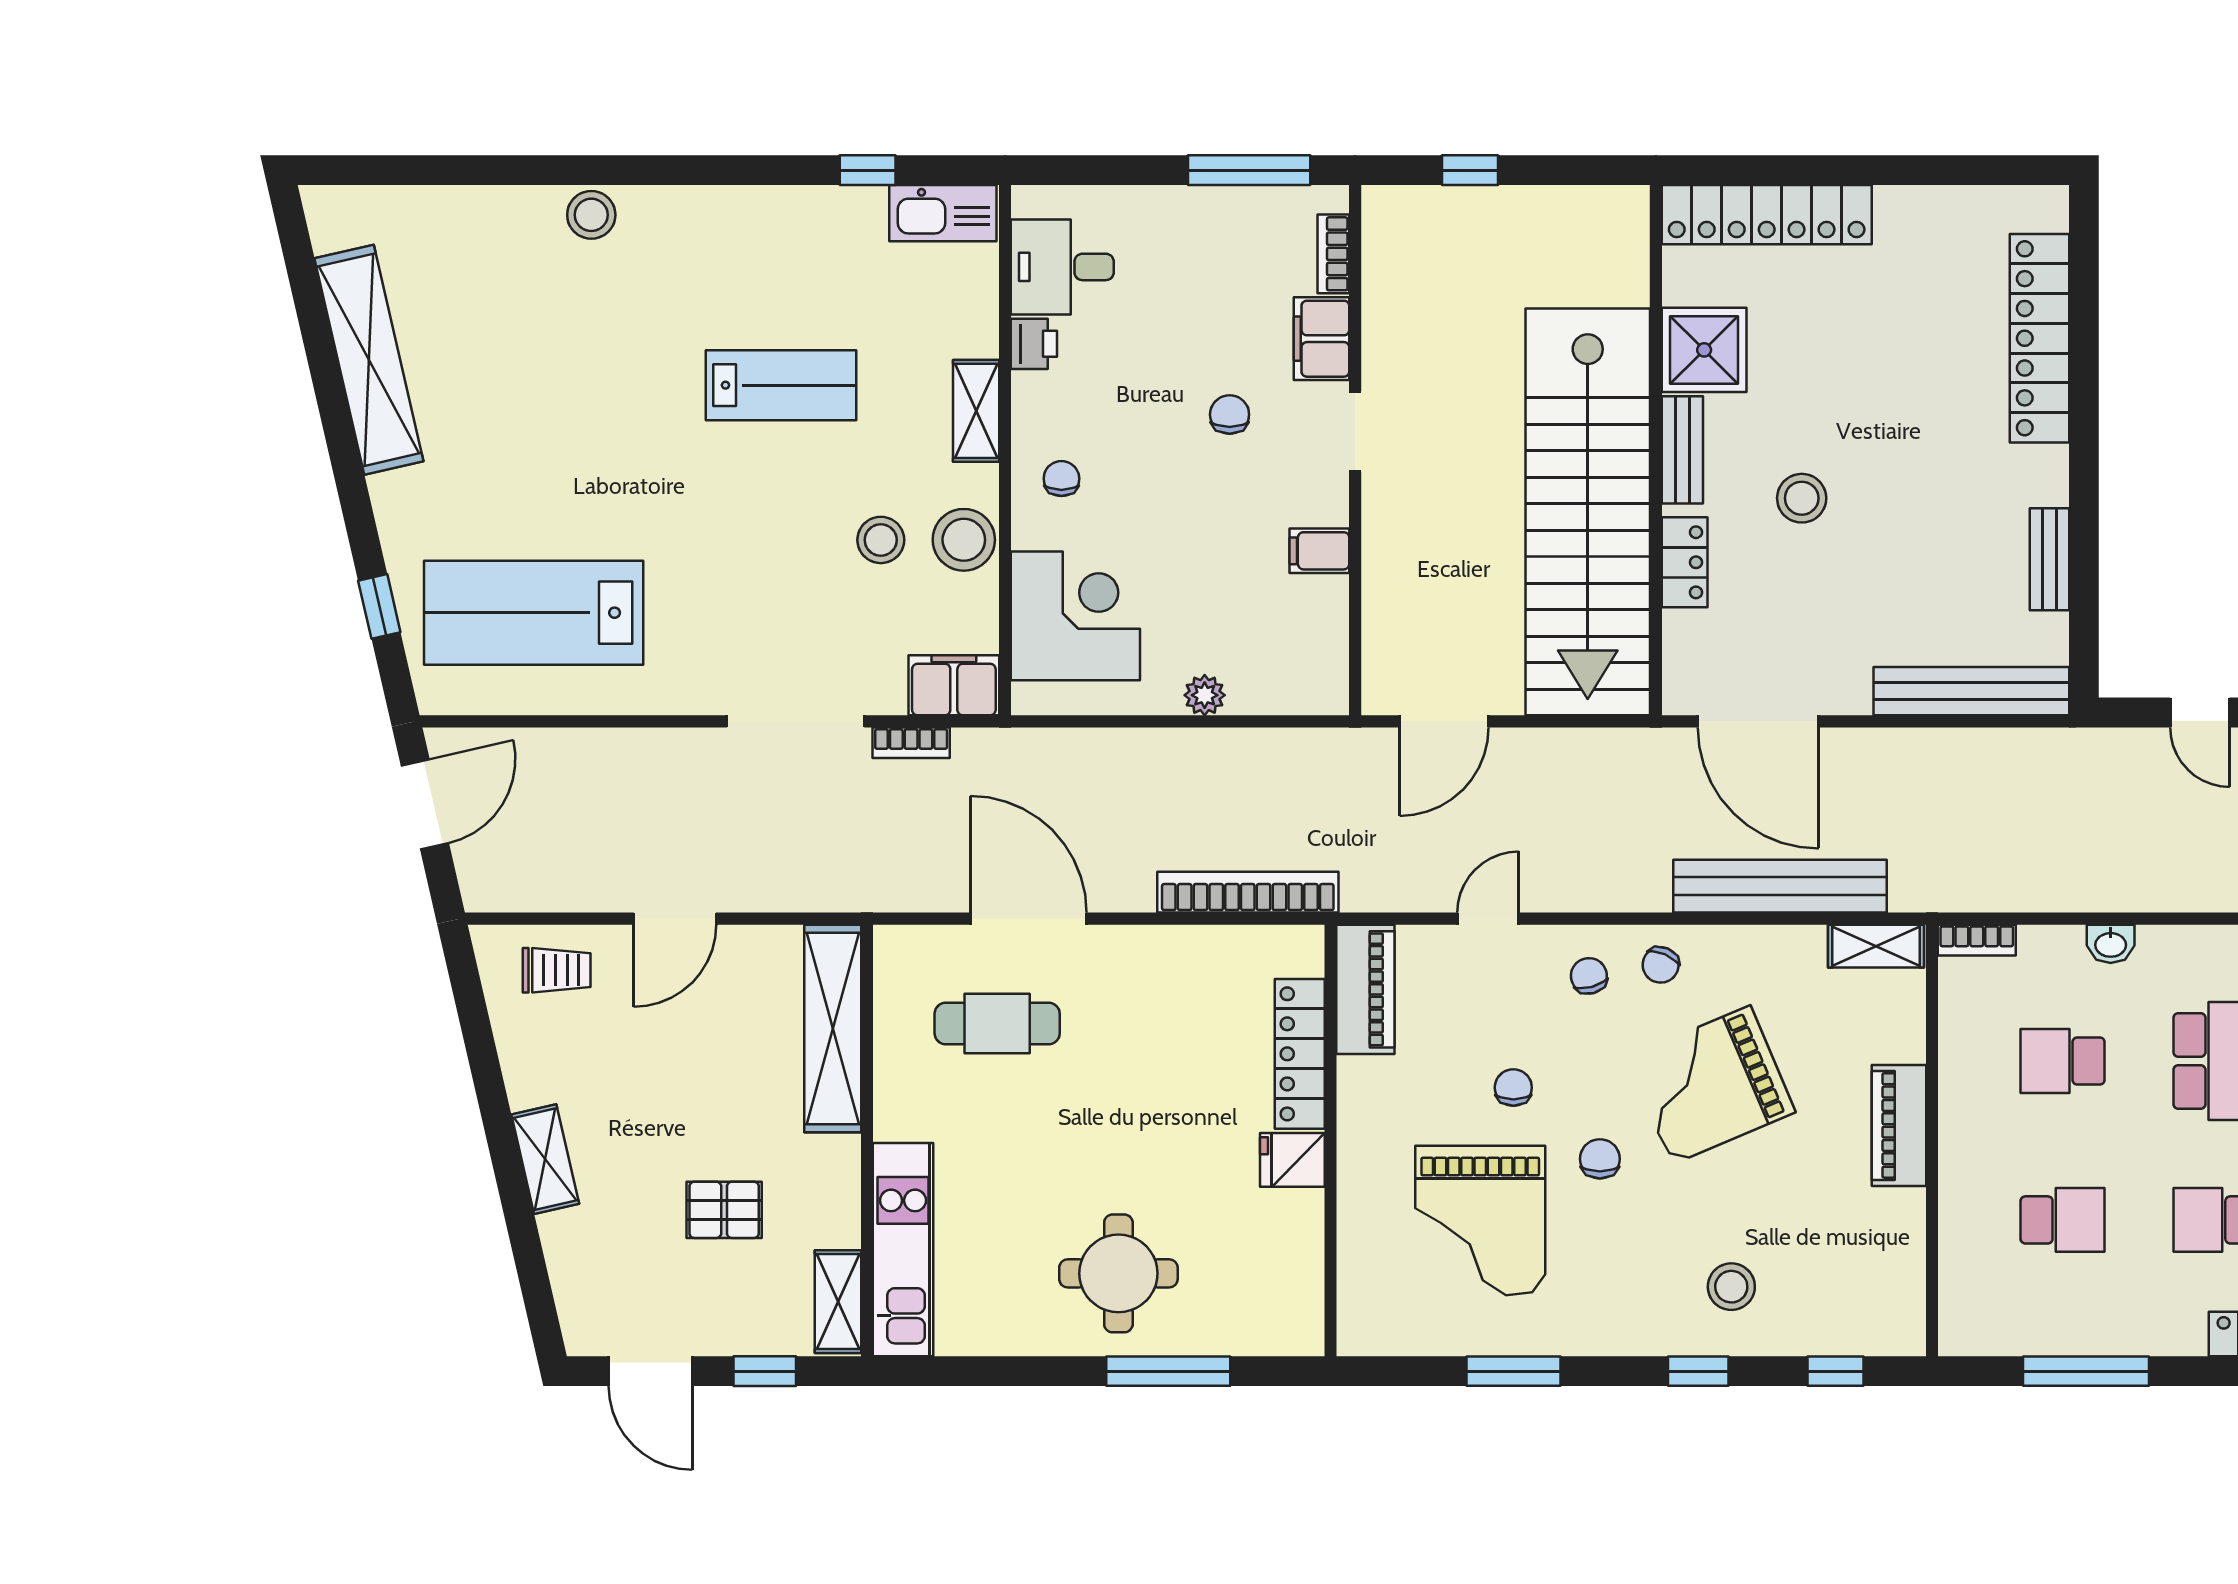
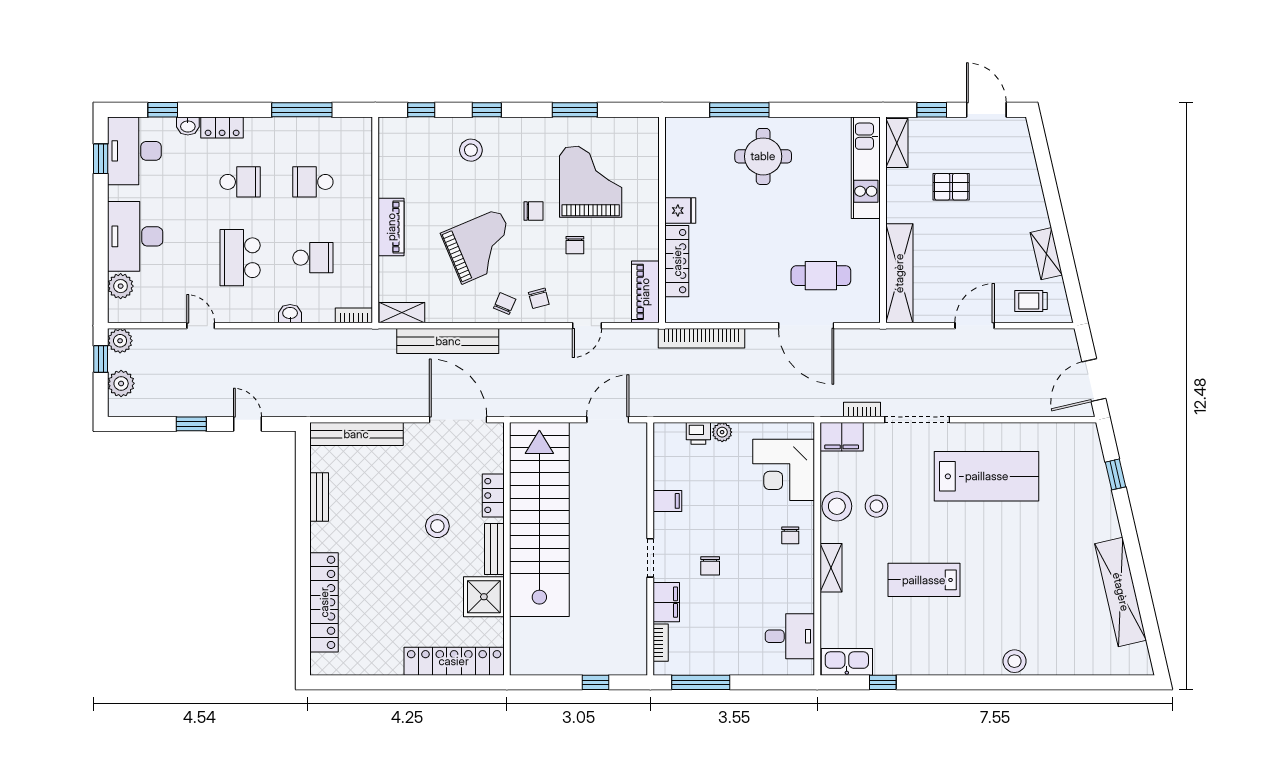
printer: (1034, 344) -> (698, 433), moved, turned -90
lab bench: (534, 613) -> (987, 476), moved
shelving: (545, 1159) -> (1046, 254), moved
chair: (1600, 1159) -> (534, 211), turned -90

